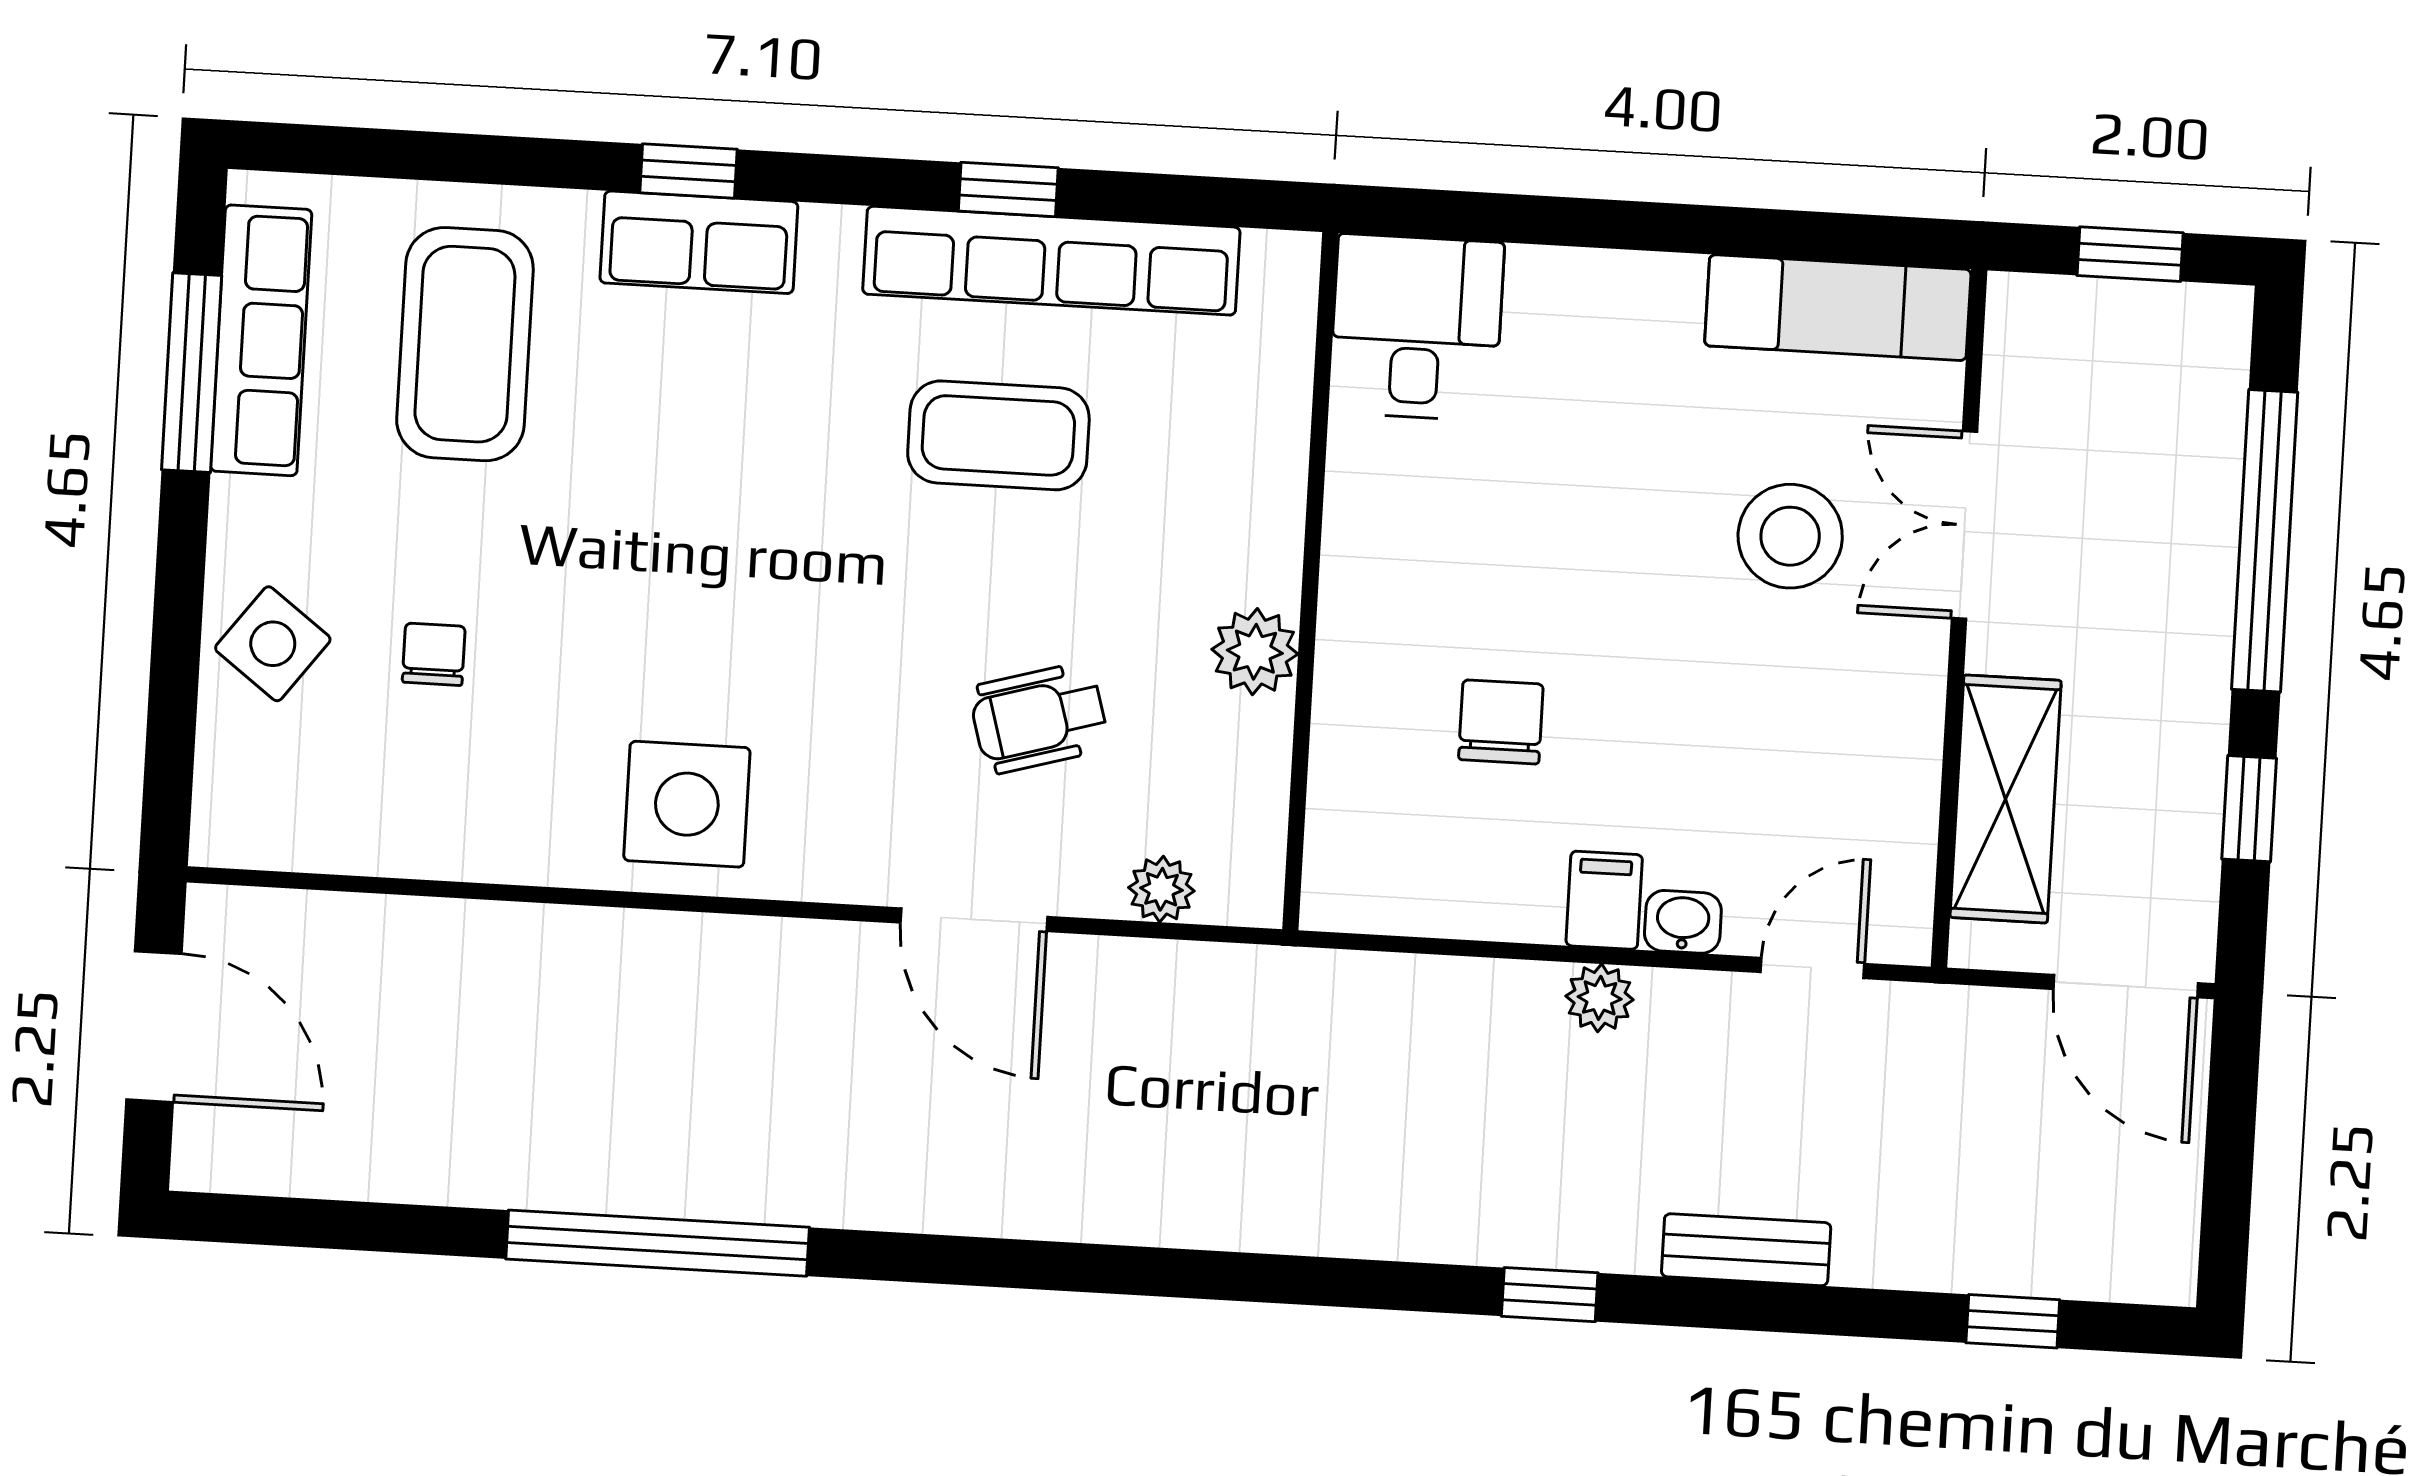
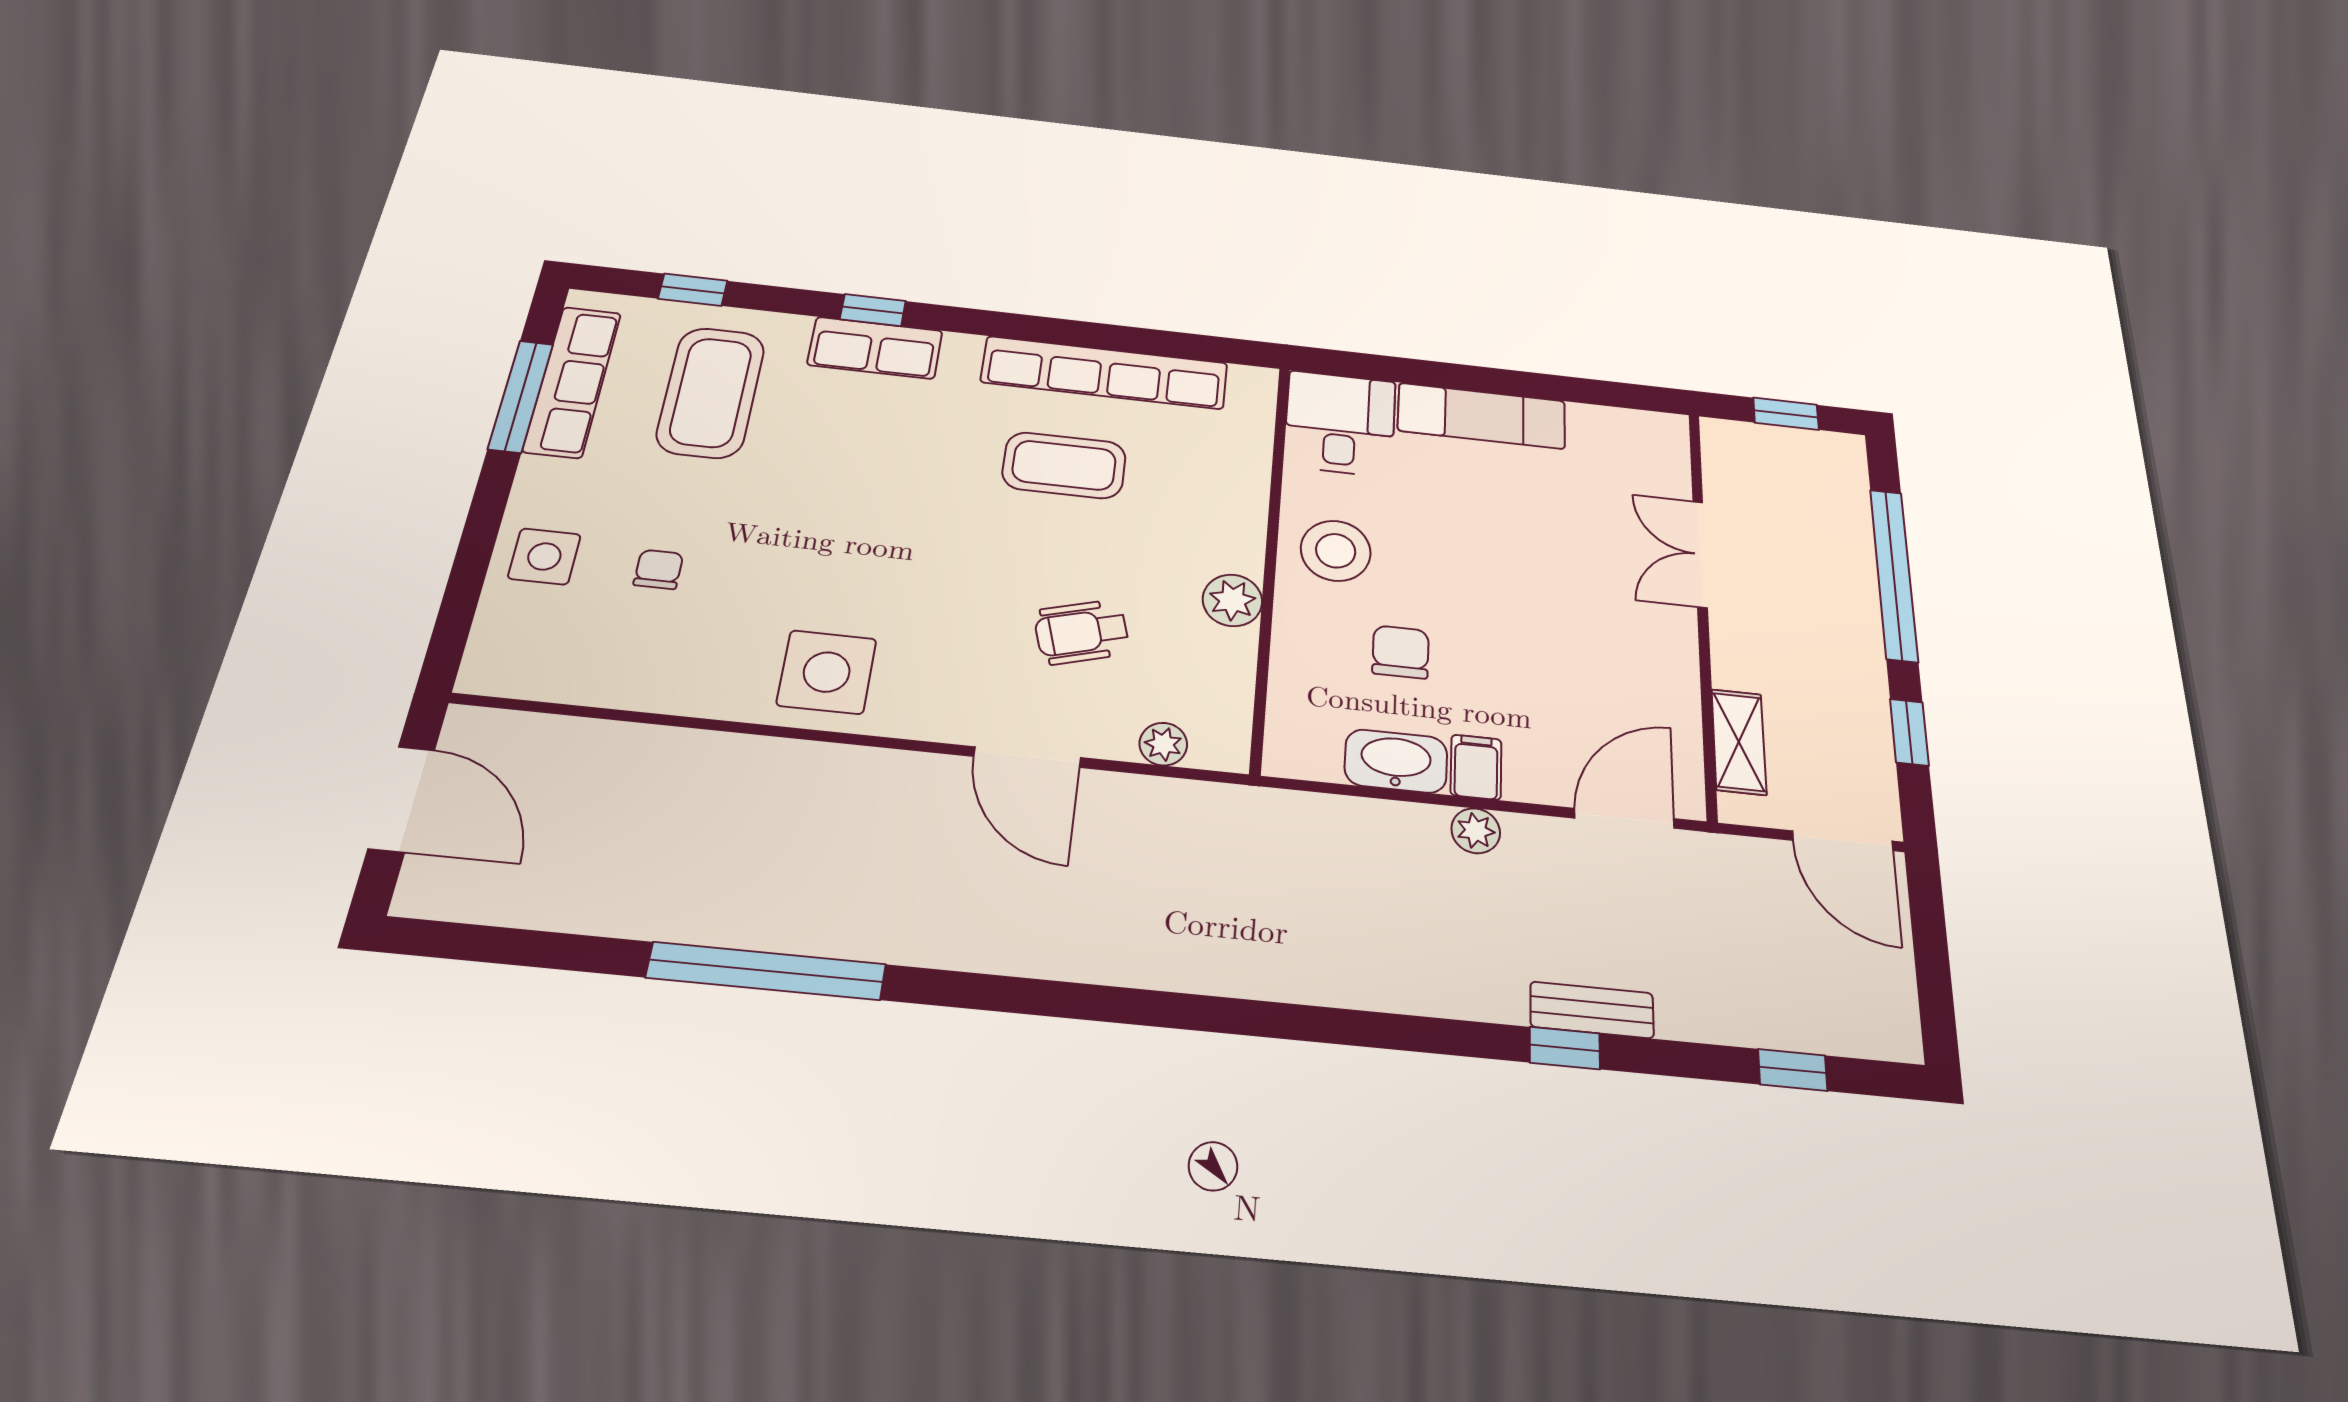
window: (1008, 189) -> (693, 290), moved
exam couch: (1838, 308) -> (1482, 416), moved
stool: (1790, 536) -> (1336, 551), moved
side table: (273, 644) -> (544, 556), turned -37
shelving: (2006, 799) -> (1739, 742), width x0.67, depth x0.75
washbasin: (1683, 922) -> (1396, 761), moved, width x1.91, depth x1.45
door: (1813, 968) -> (1624, 818), width x1.38
window: (1550, 1295) -> (1565, 1048), moved

